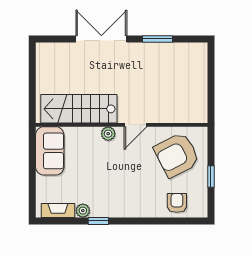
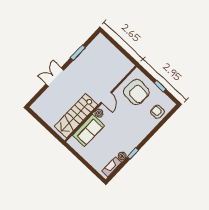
double door: (101, 39) -> (55, 77), width x0.73
sofa: (50, 151) -> (88, 130), moved, turned 90
armchair: (177, 155) -> (136, 92), turned -59

